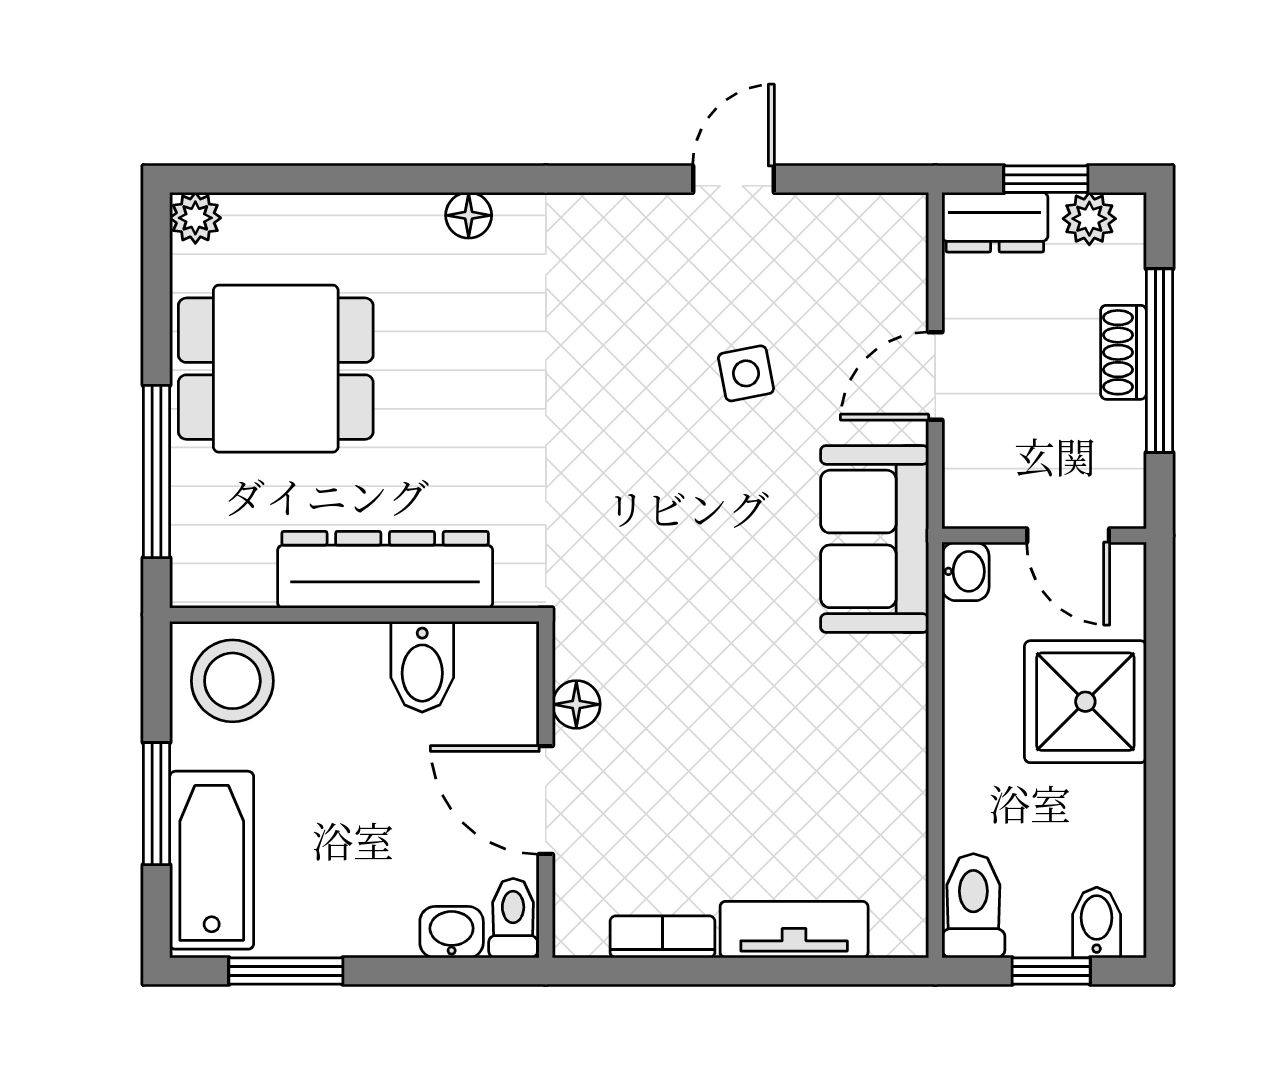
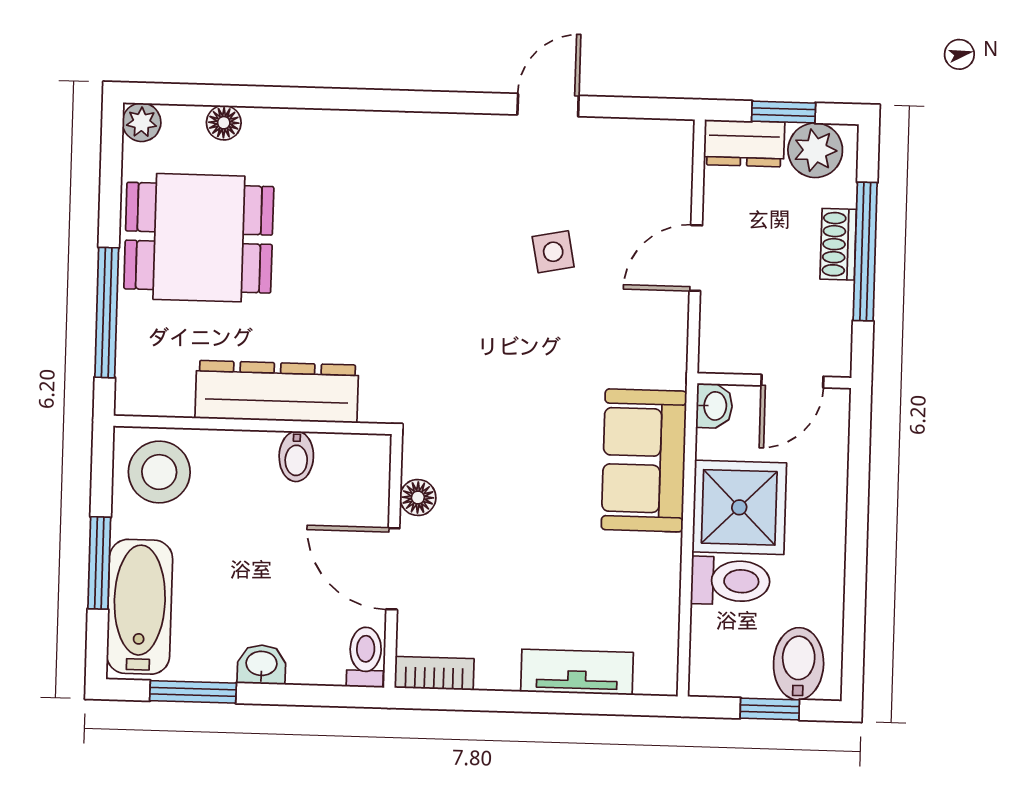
floor lamp: (469, 215) -> (224, 123), moved
plant: (1089, 219) -> (815, 150), width x1.38, depth x1.38
door: (1068, 535) -> (792, 381), hinge flipped
sofa: (875, 539) -> (644, 460), moved
bidet: (422, 667) -> (296, 456), width x0.72, depth x0.74
shower: (1085, 702) -> (739, 507), moved
toilet: (973, 906) -> (730, 581), moved, turned 90
bidet: (1097, 922) -> (799, 664), width x1.38, depth x1.36
washbasin: (452, 932) -> (261, 665), moved
bookcase: (662, 937) -> (434, 673), moved

